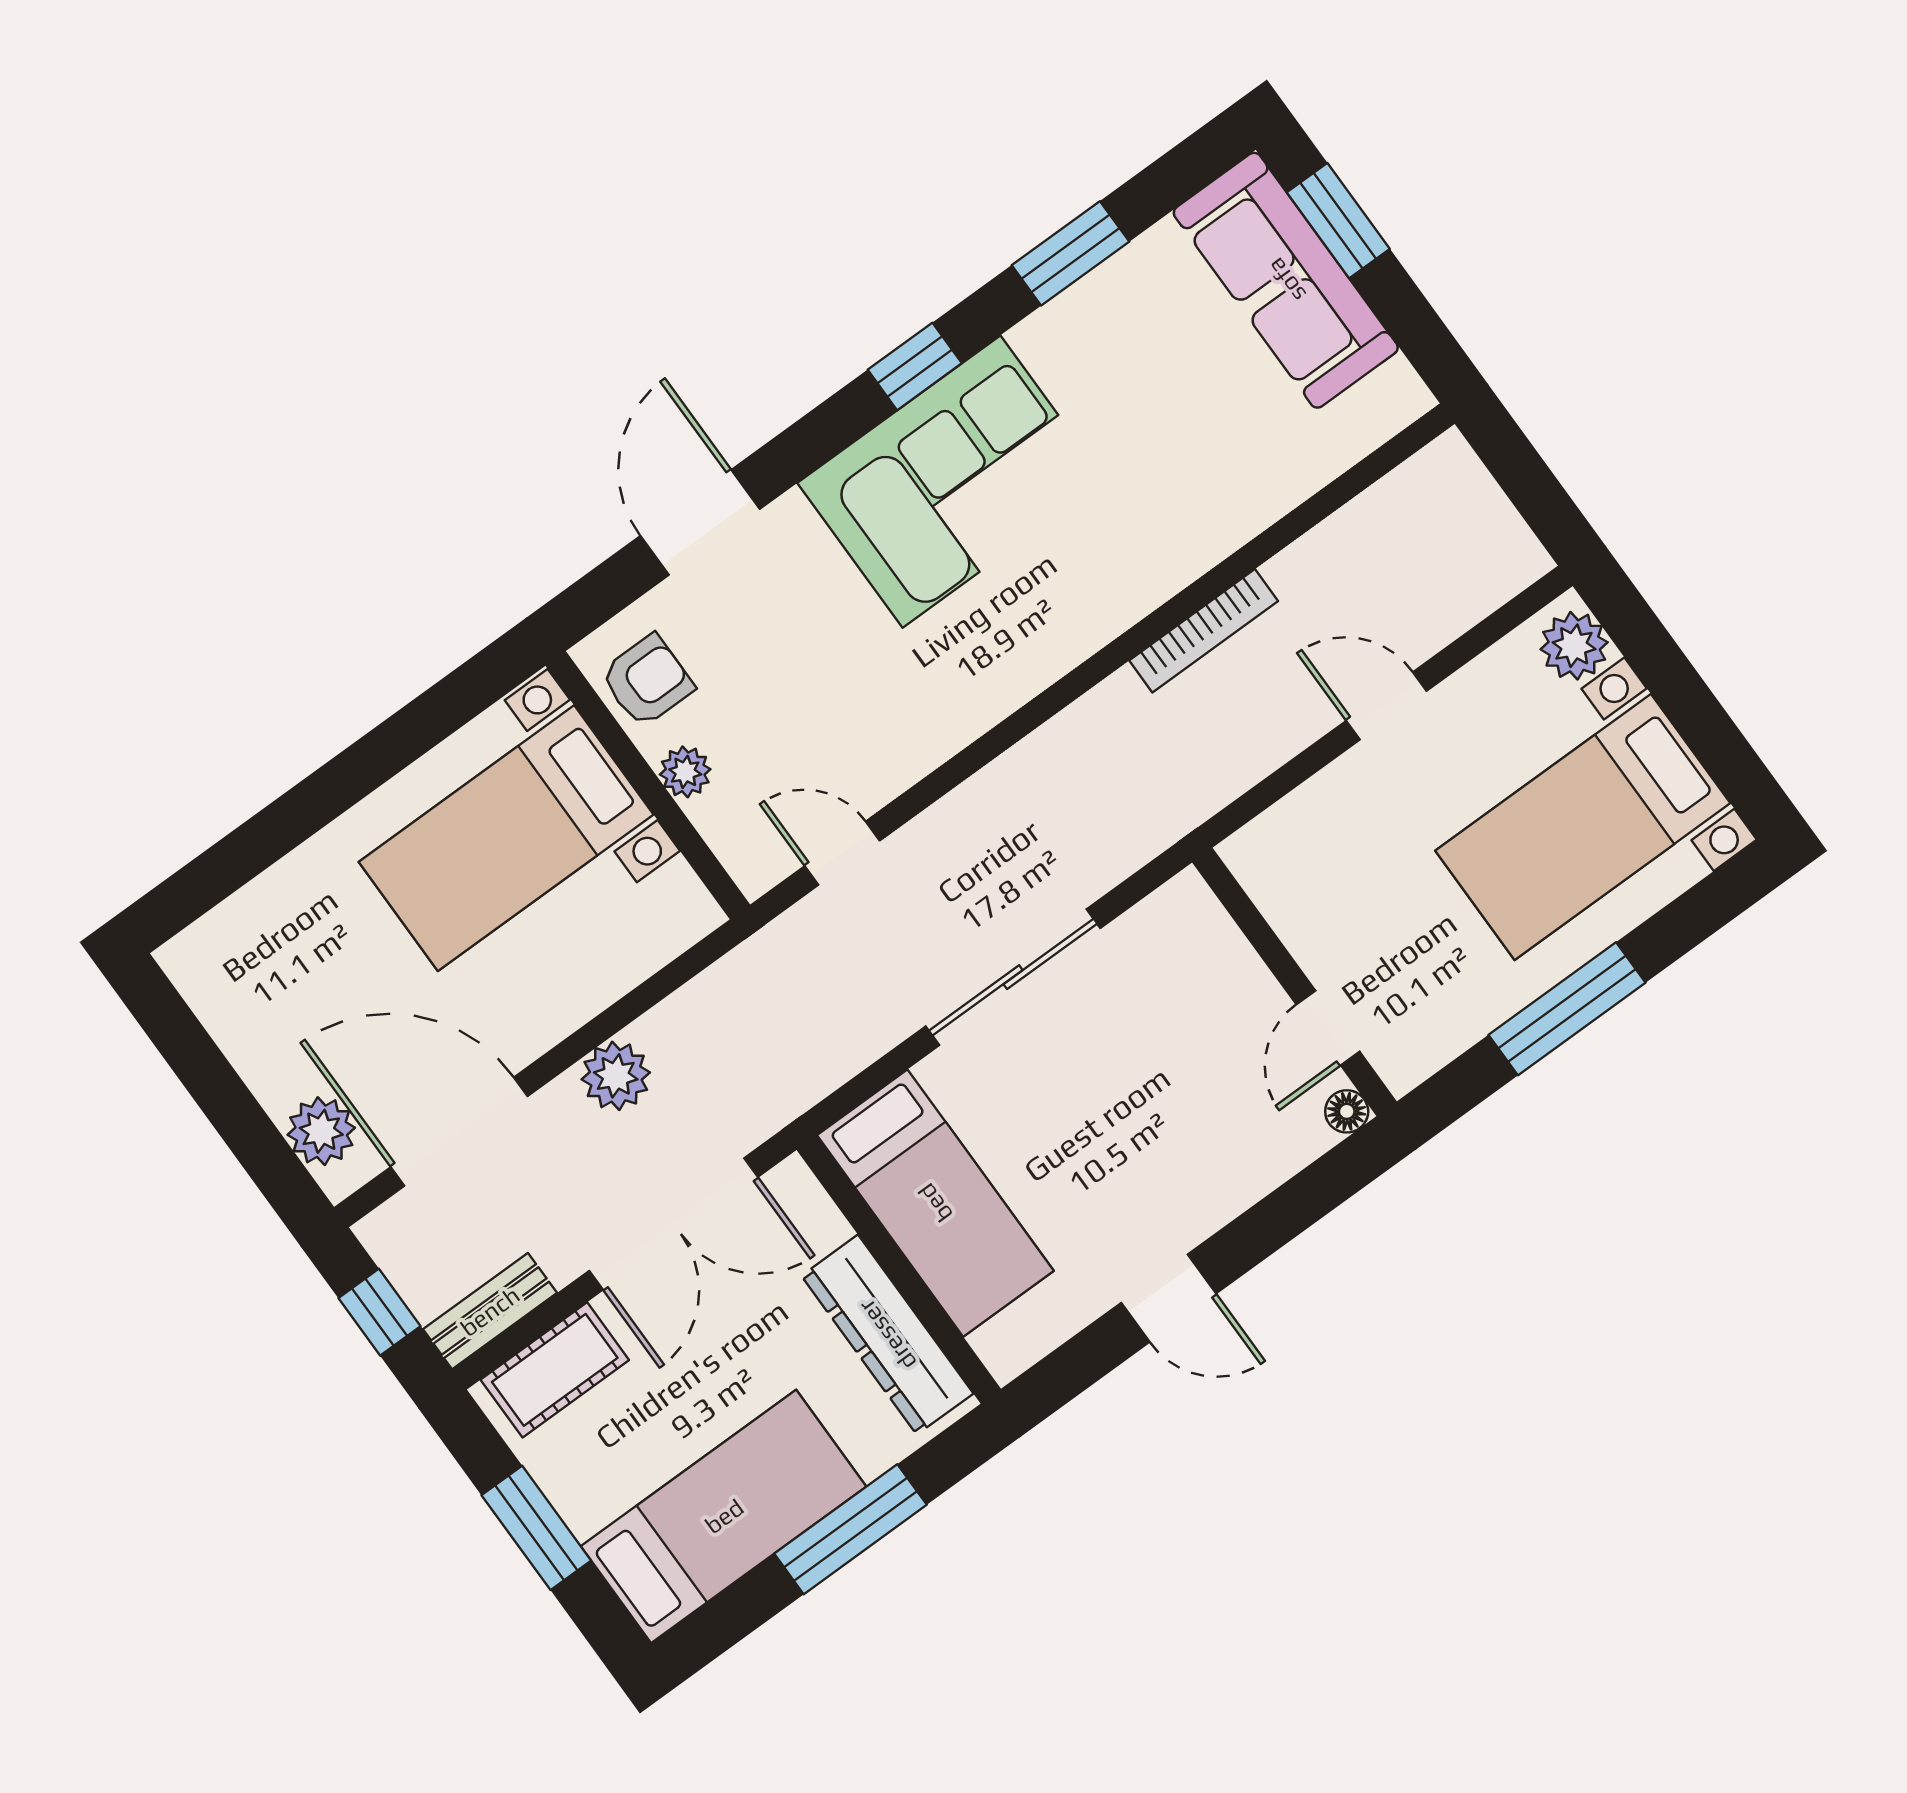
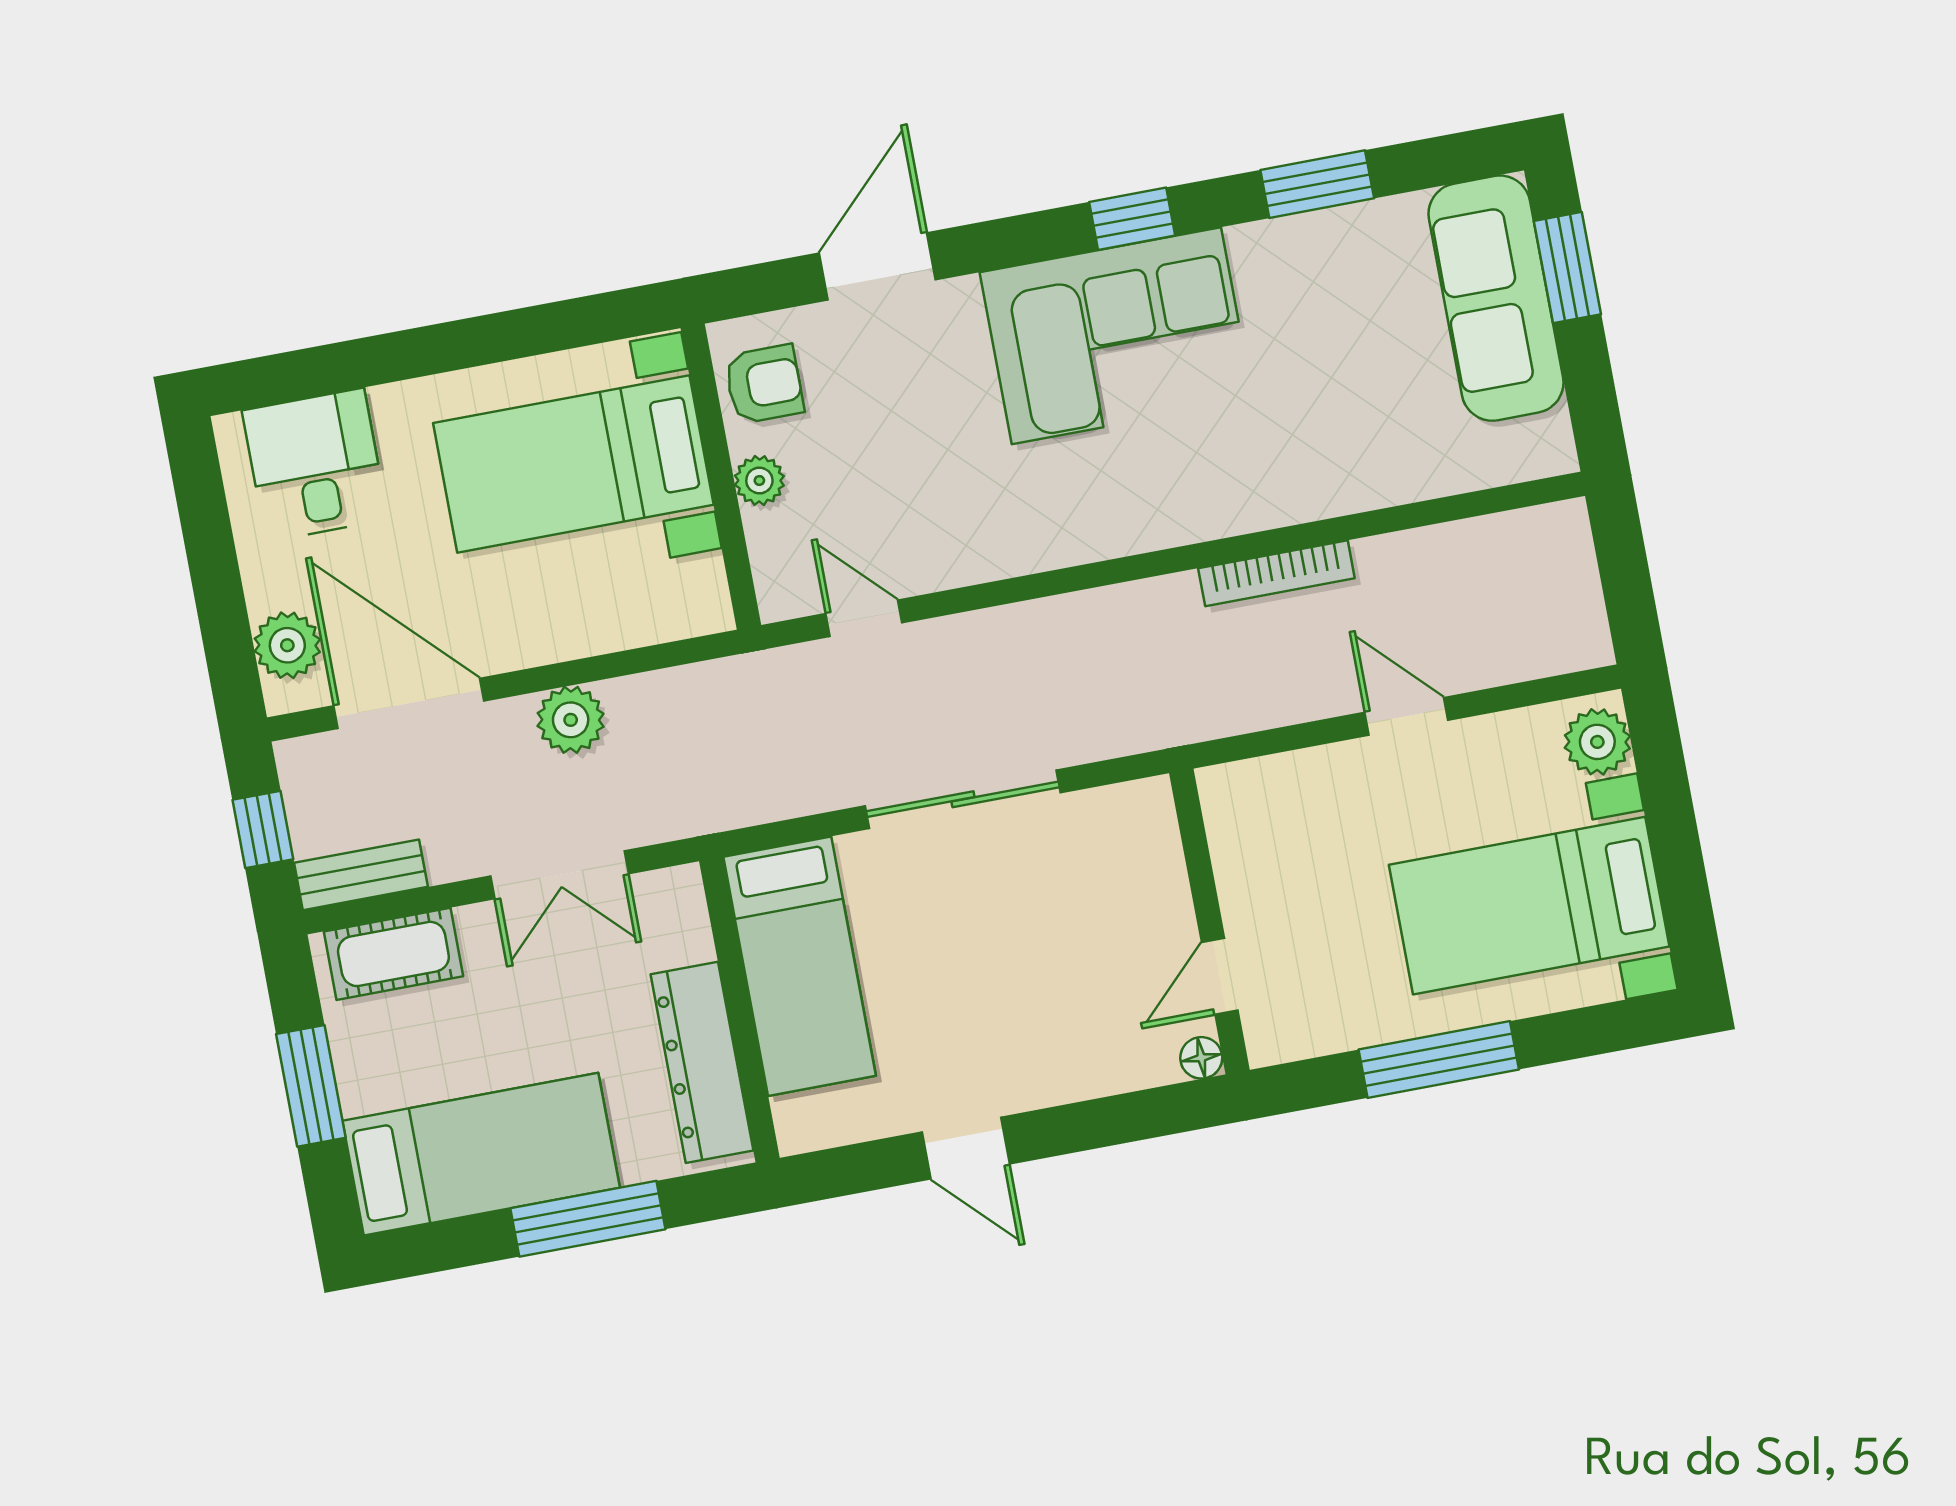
desk: (268, 952) -> (315, 465), added
double door: (673, 1224) -> (559, 875), width x0.73

